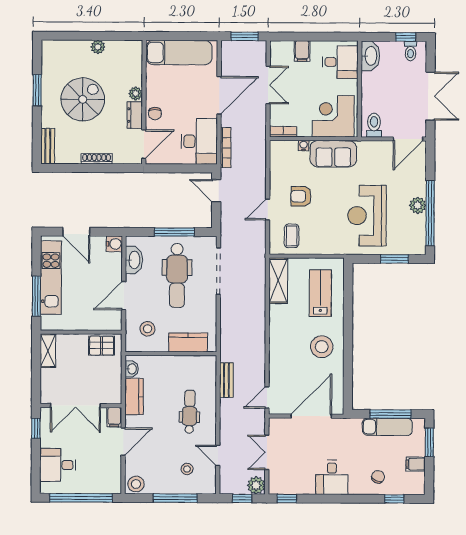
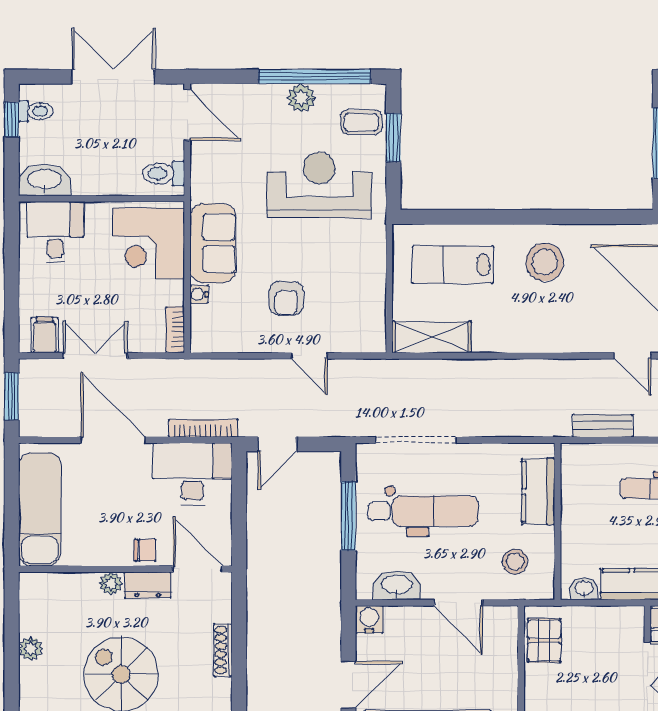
filing cabinet: (302, 51) -> (45, 335), moved, turned -90
reception desk: (367, 216) -> (319, 185), turned 180
coffee table: (292, 236) -> (361, 122), moved

